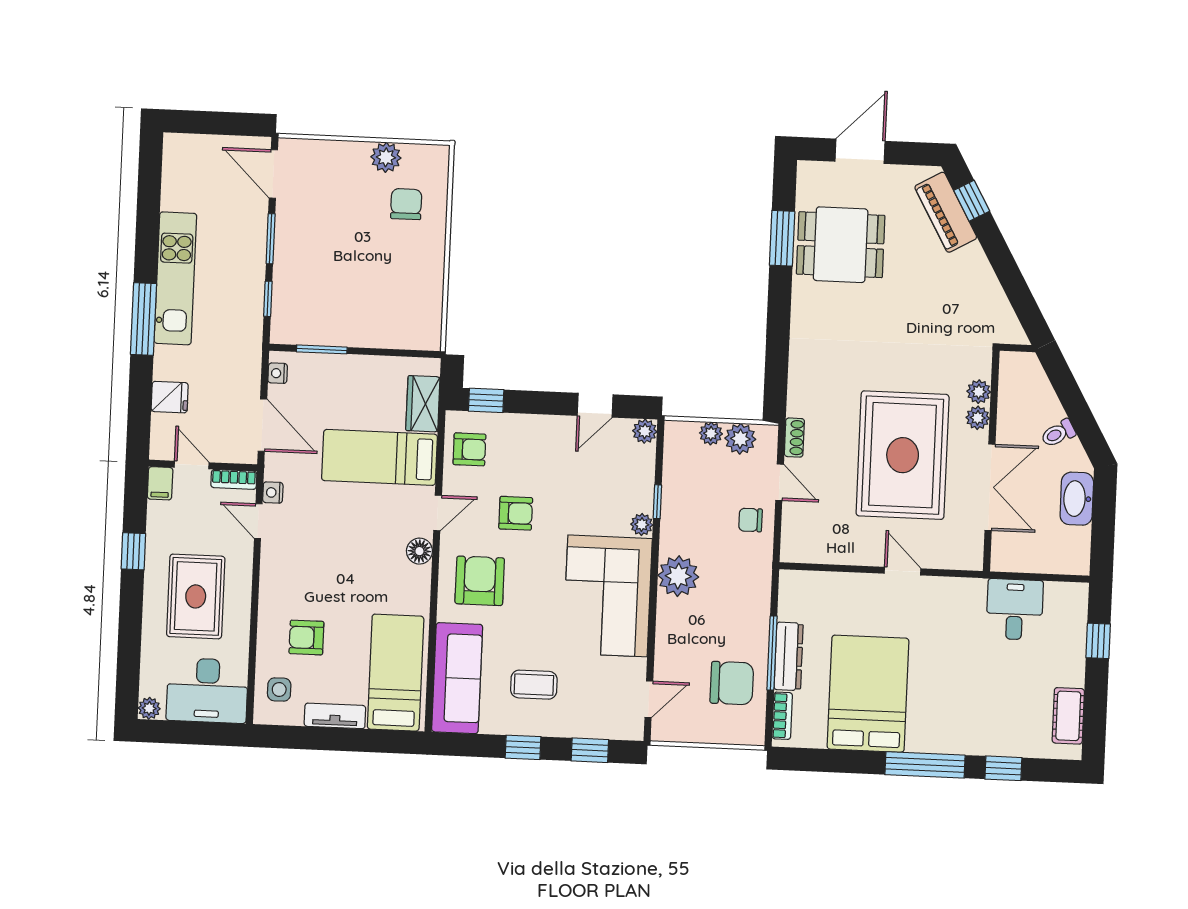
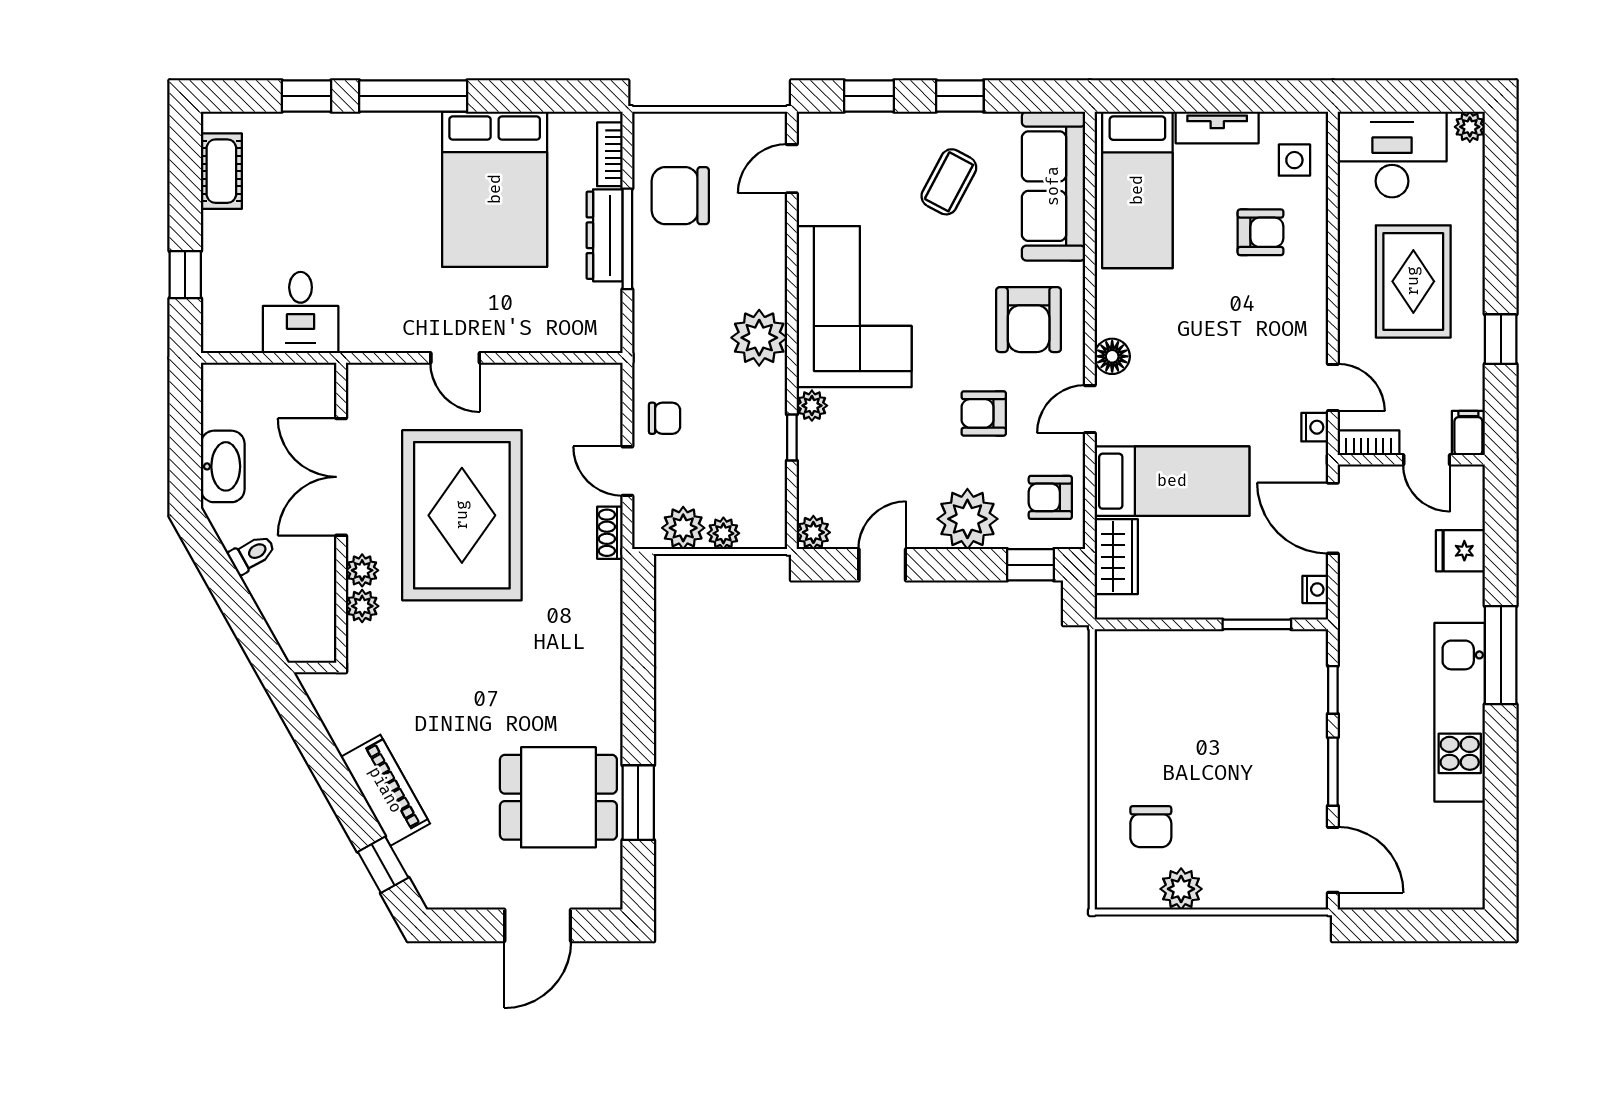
piano: (946, 212) -> (385, 790), moved
plant: (531, 436) -> (967, 519), added
coffee table: (534, 685) -> (949, 182), turned -62

